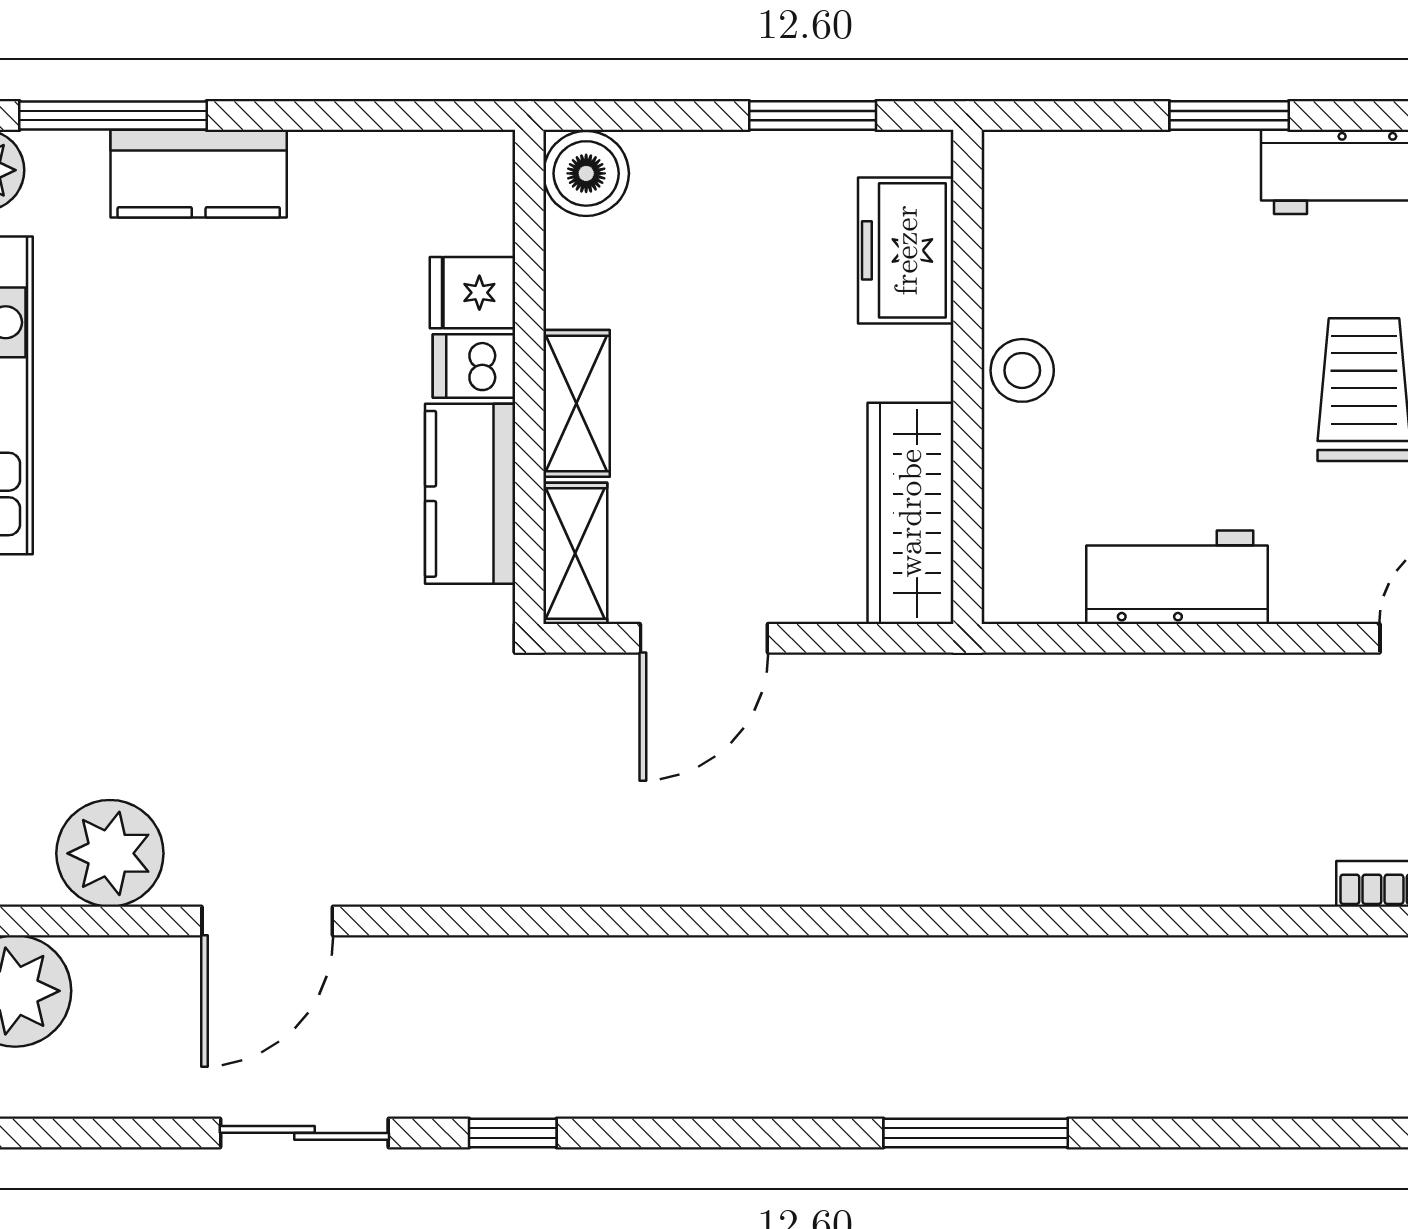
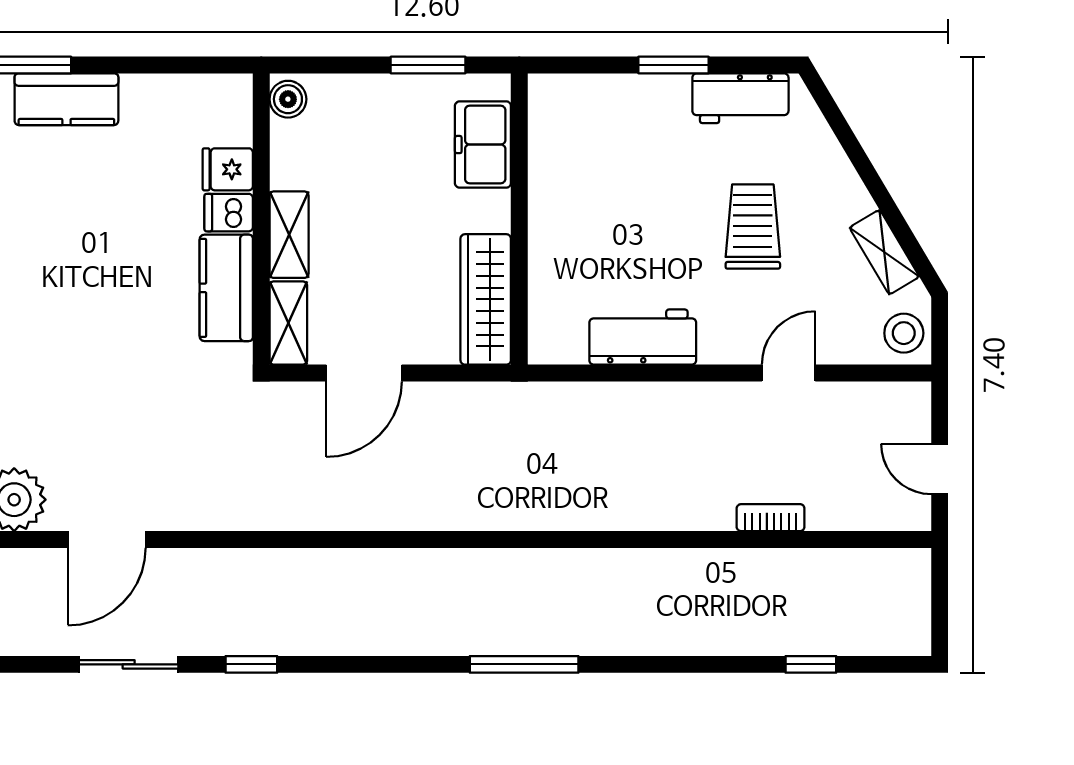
boiler: (586, 173) -> (288, 99), width x0.73, depth x0.73
stool: (1022, 370) -> (552, 215), removed

